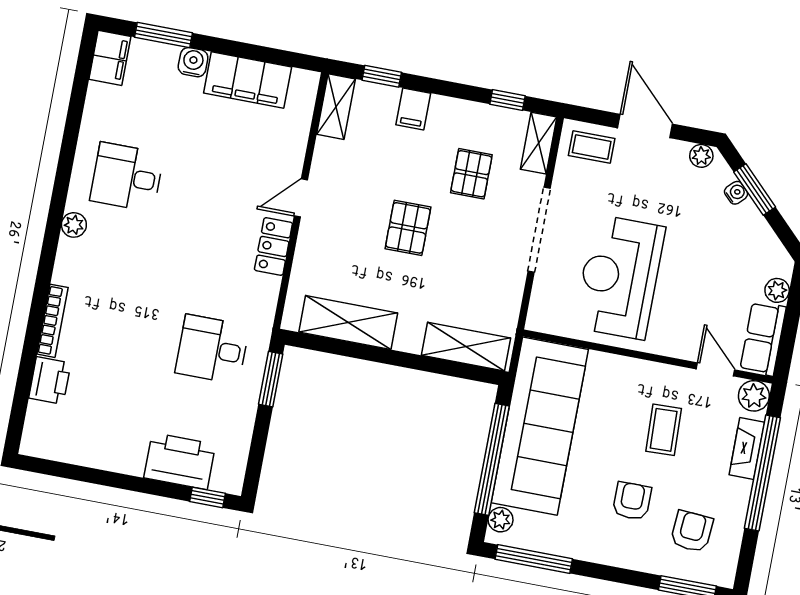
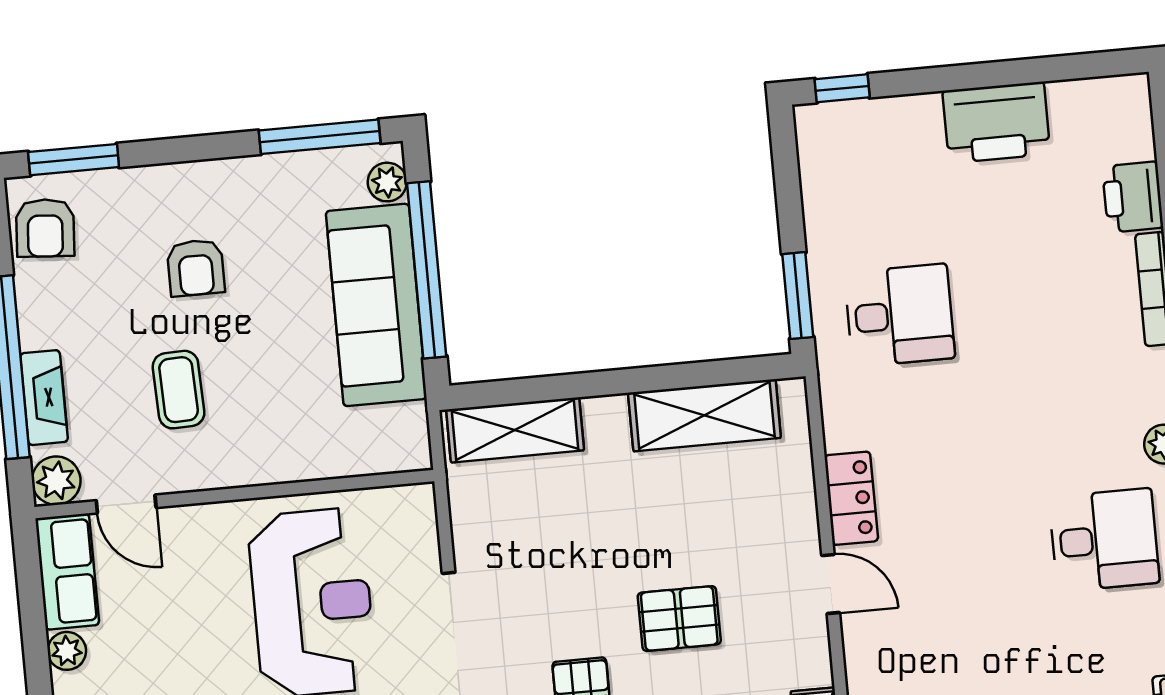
door: (301, 198) -> (831, 584), hinge flipped
pallet: (408, 228) -> (679, 619), moved, turned 90
sofa: (540, 426) -> (376, 305), width x0.74, depth x0.79
printer: (180, 461) -> (996, 122), moved
armchair: (692, 531) -> (45, 228), moved

